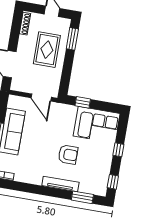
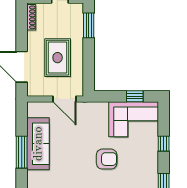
rug: (47, 50) -> (58, 58), moved
window: (83, 102) -> (135, 96), moved

